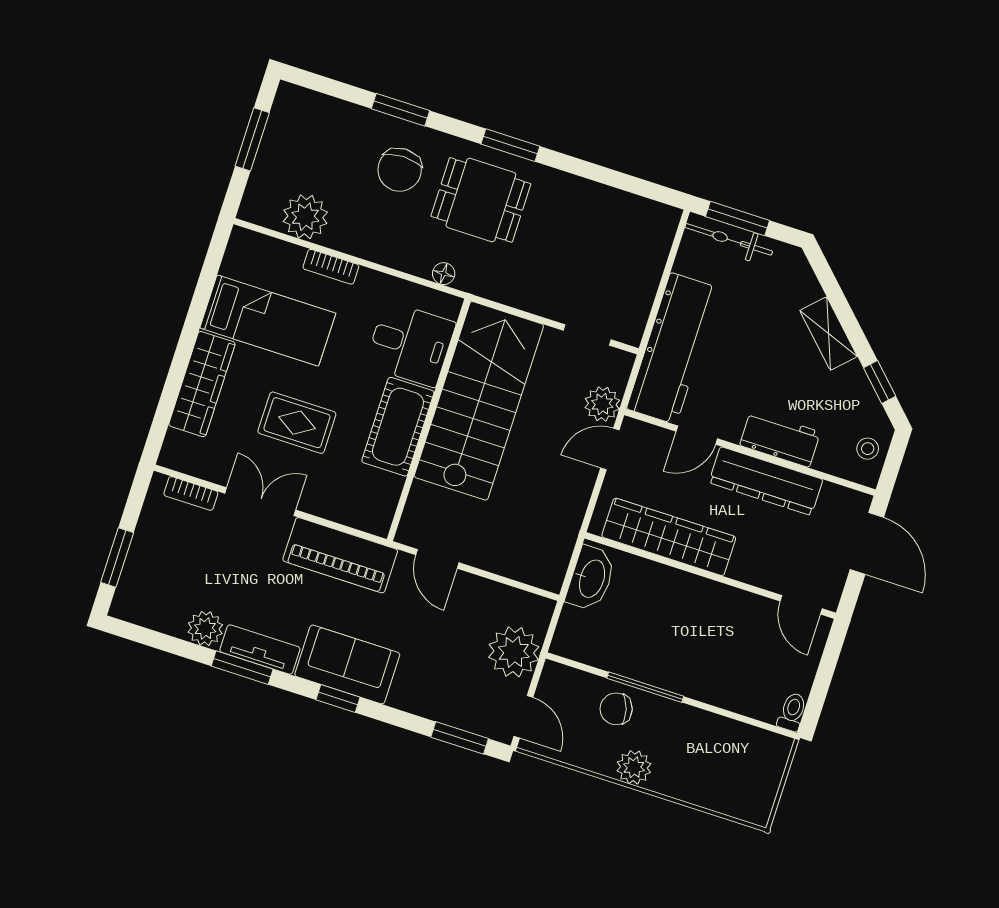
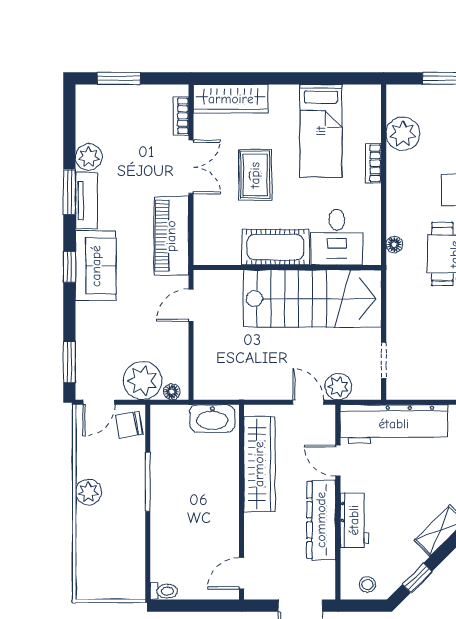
wardrobe: (202, 384) -> (231, 99), moved
floor lamp: (540, 619) -> (172, 392), added
chair: (616, 709) -> (129, 425), moved, turned -84

